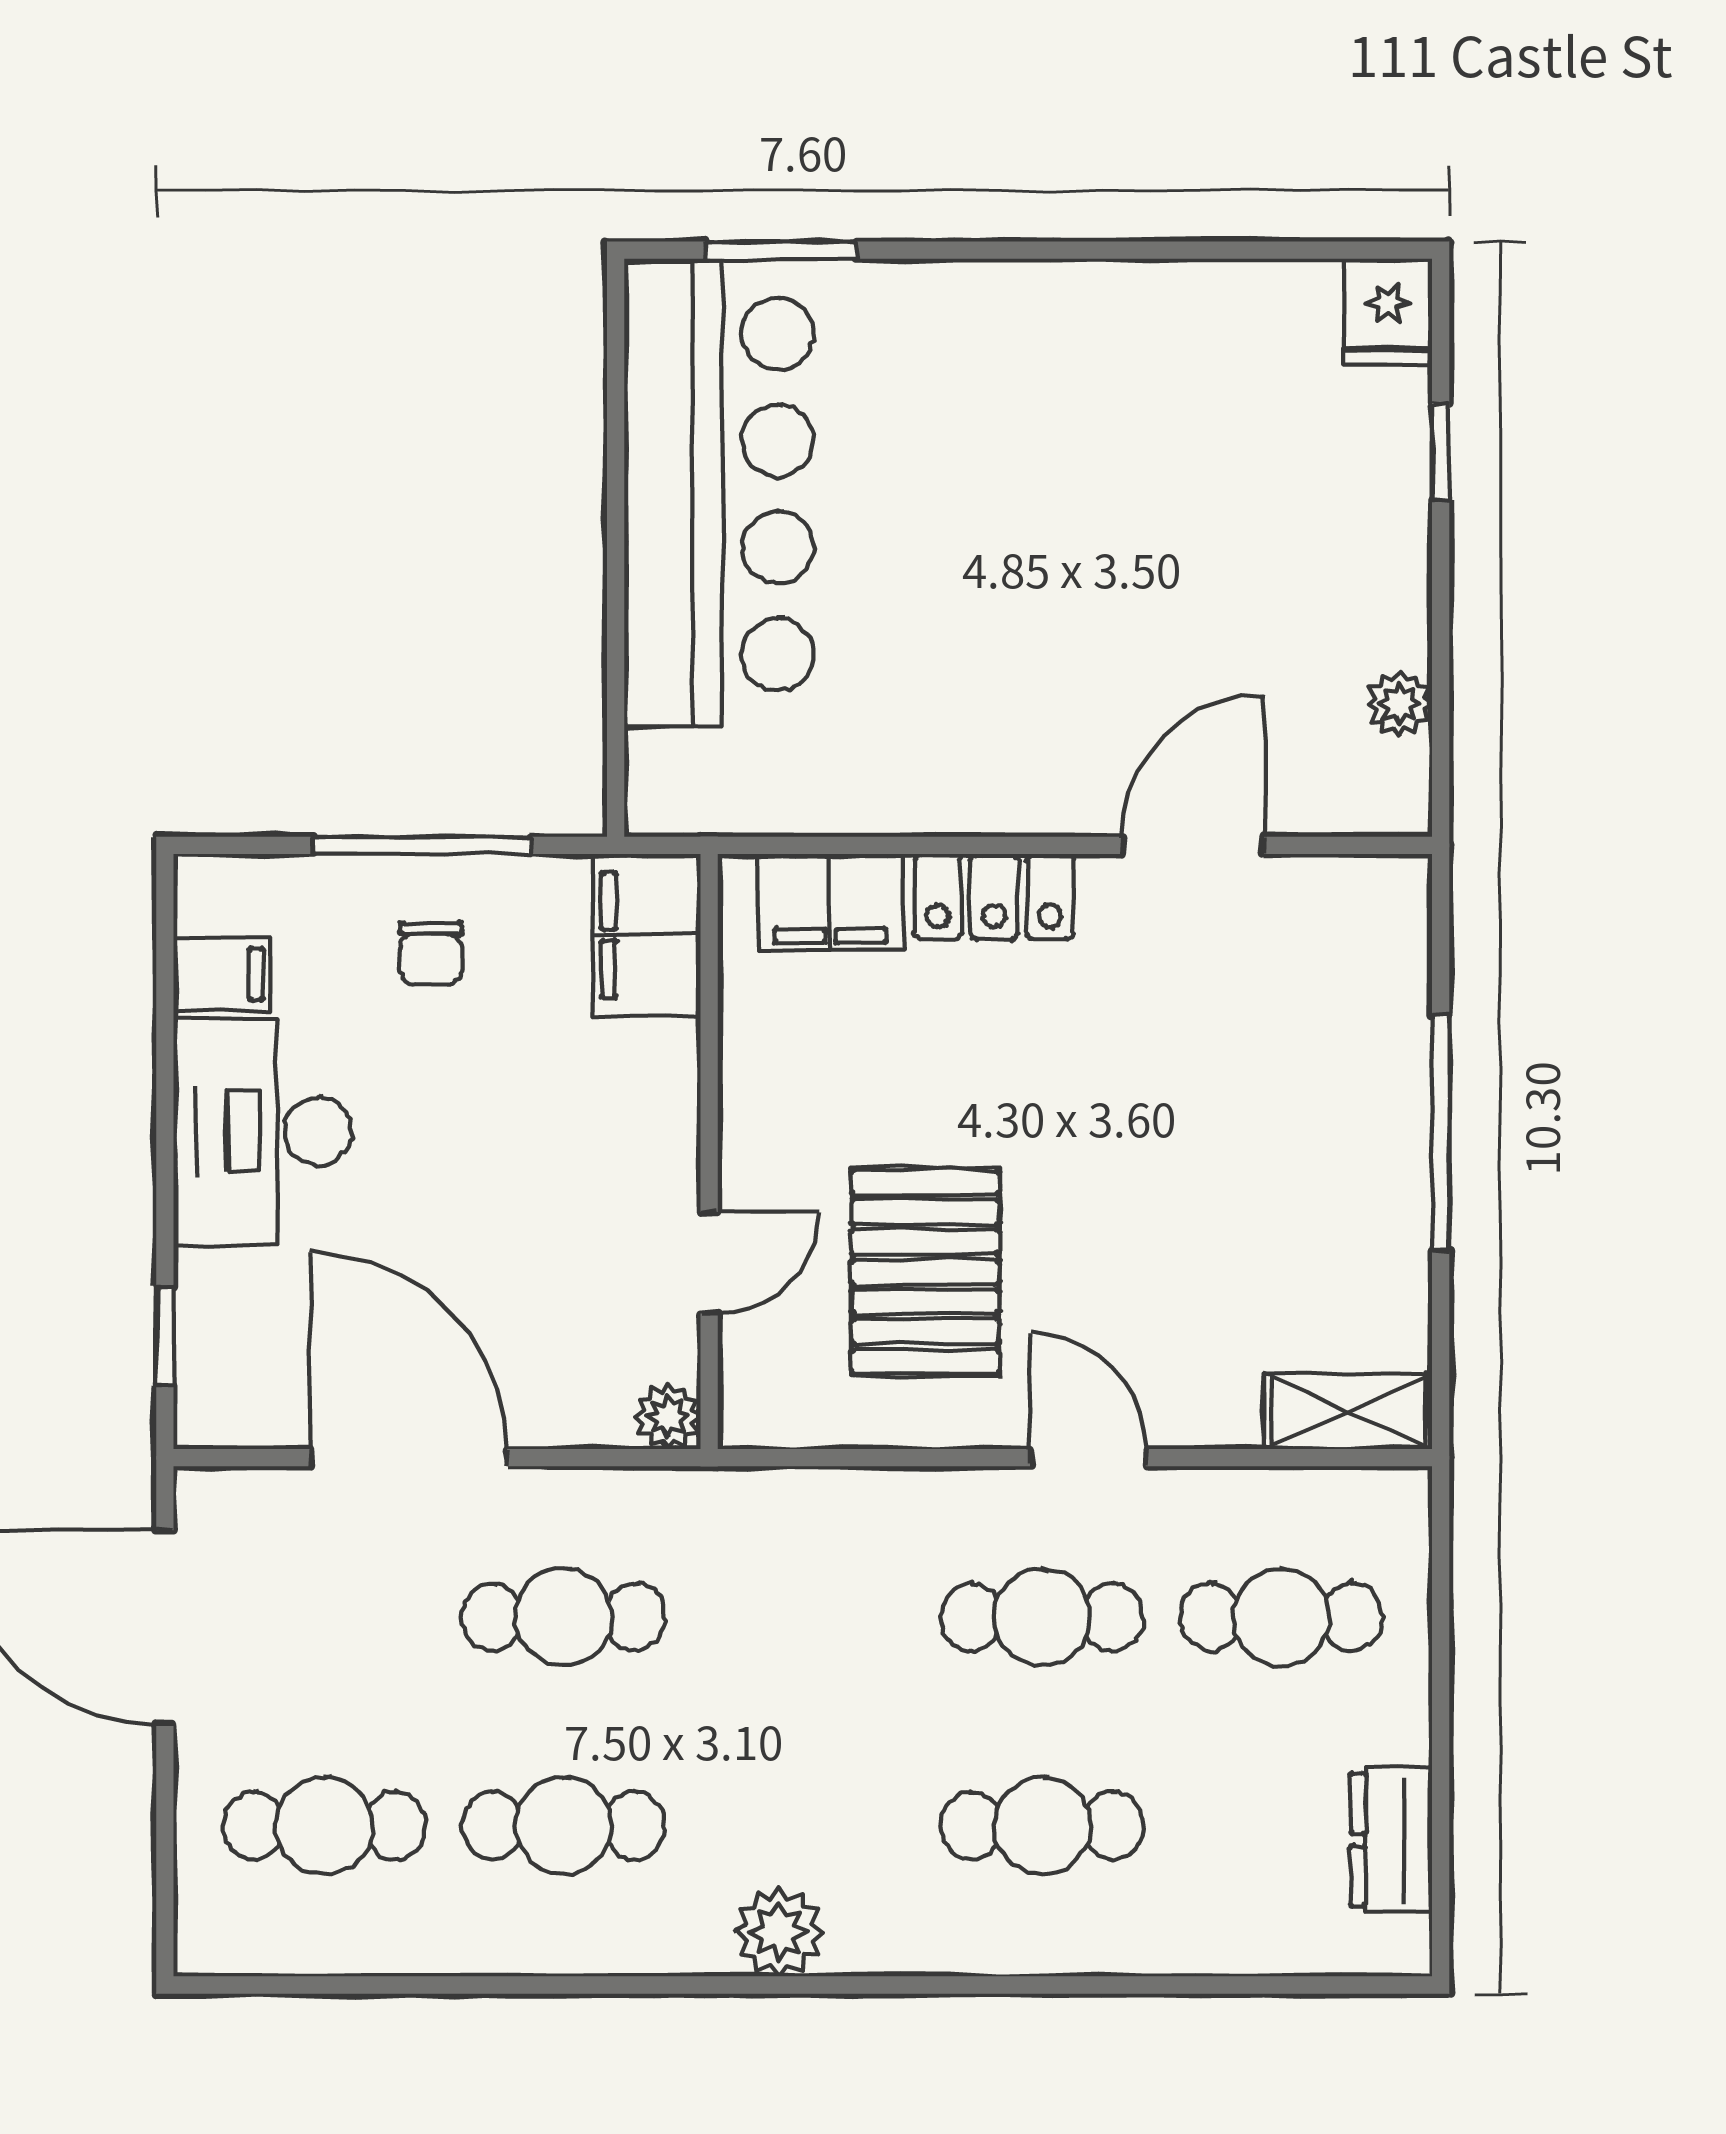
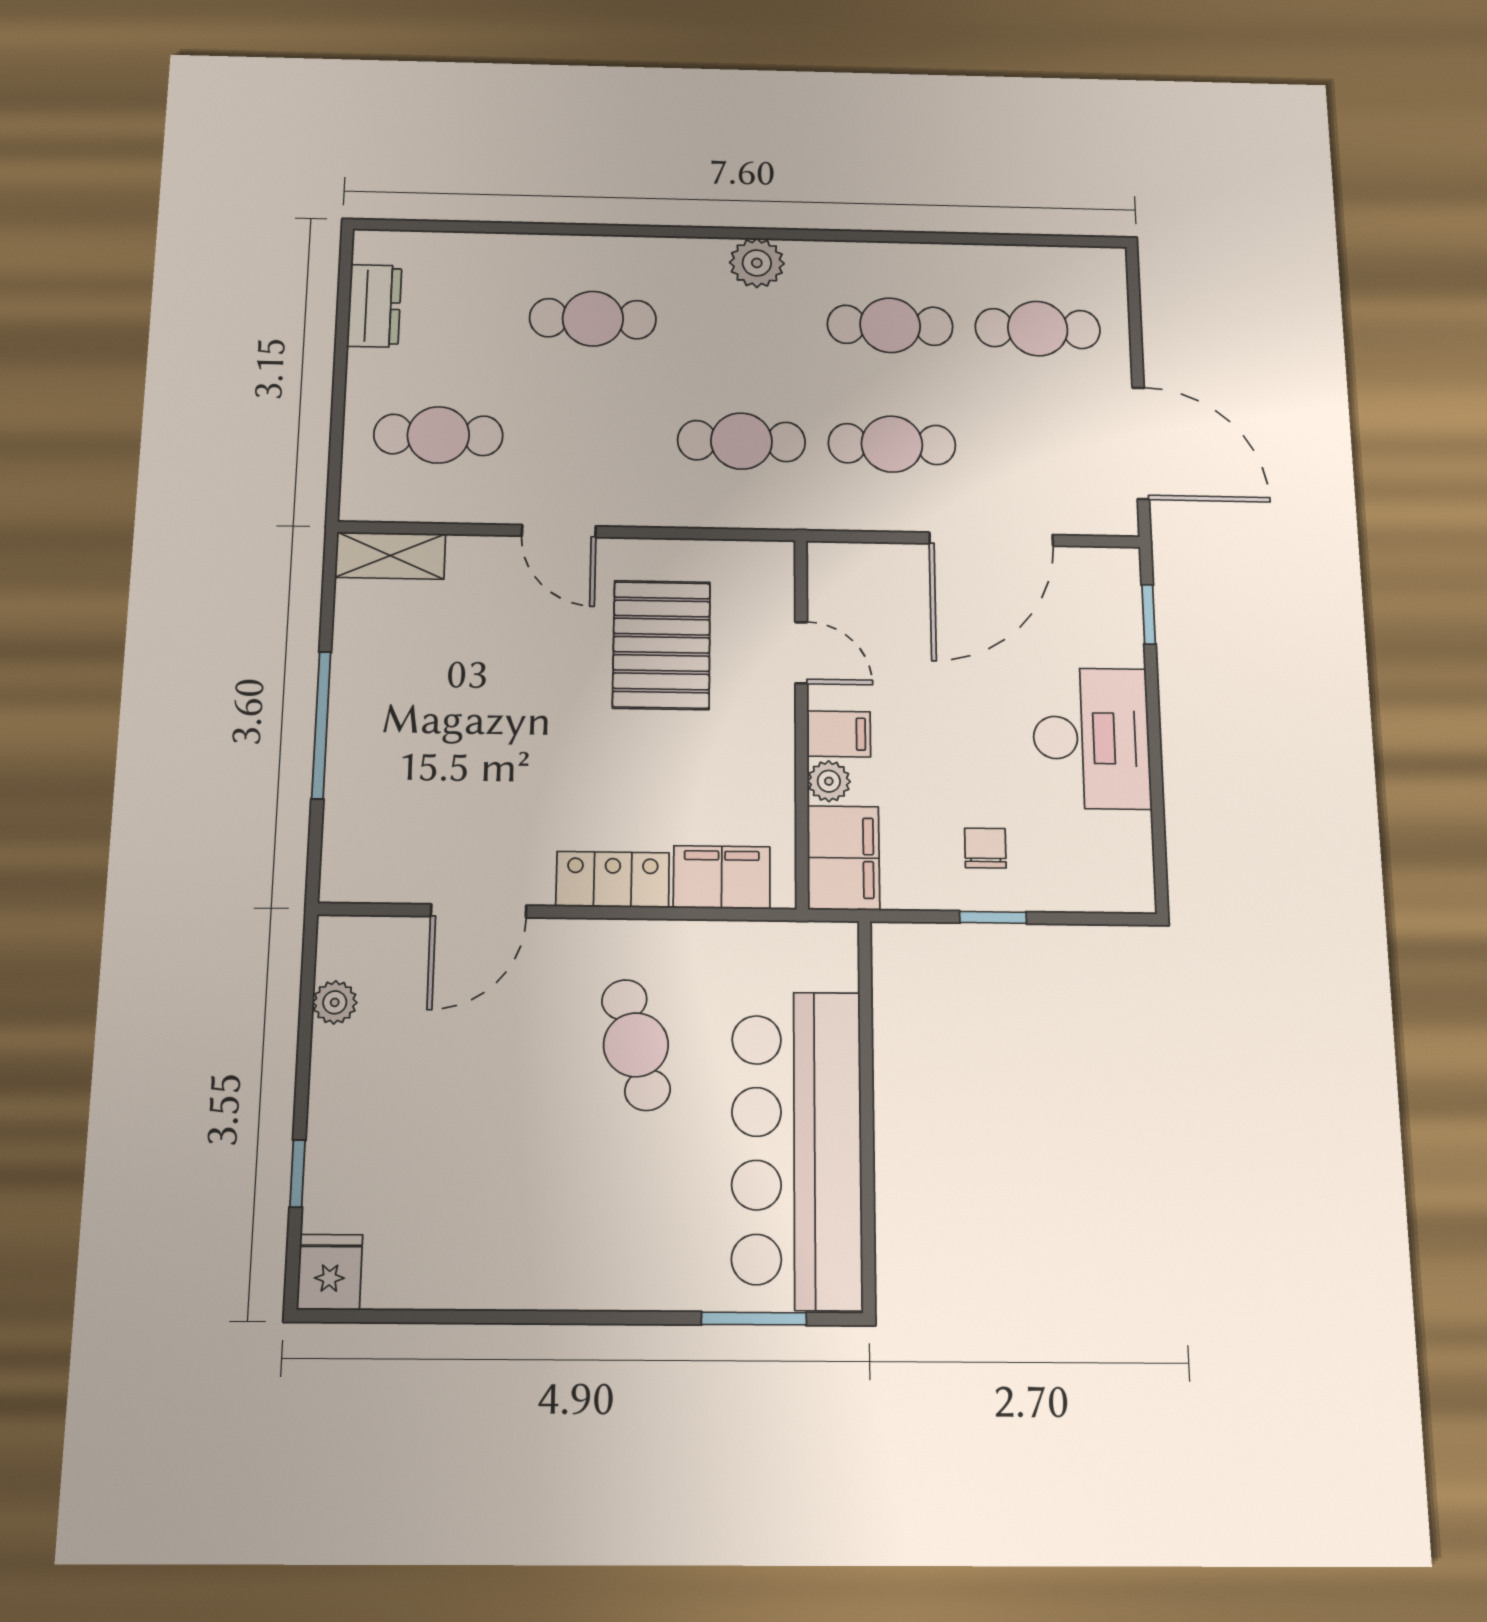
cafe table: (956, 645) -> (636, 1045), added
window: (422, 845) -> (993, 917), width x0.46
filing cabinet: (222, 975) -> (839, 734), moved, turned 180
door: (709, 1263) -> (801, 653), swing flipped
plant: (668, 1416) -> (829, 781), moved
door: (409, 1458) -> (991, 539), hinge flipped
cafe table: (1042, 1617) -> (741, 441), moved

